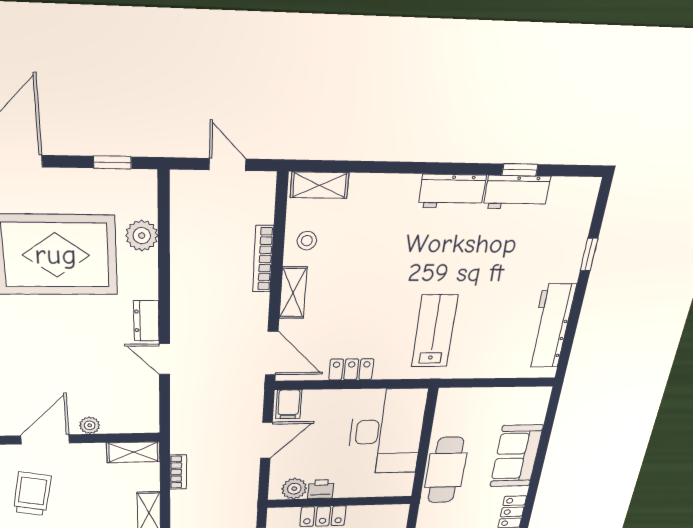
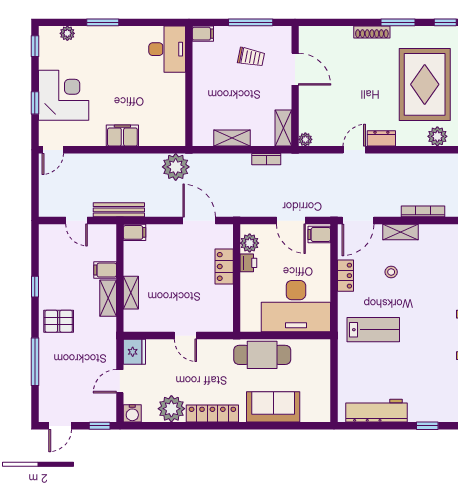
stool: (307, 241) -> (391, 272), moved
plant: (90, 425) -> (305, 139), moved
trolley: (32, 494) -> (251, 57), width x0.73, depth x0.72

